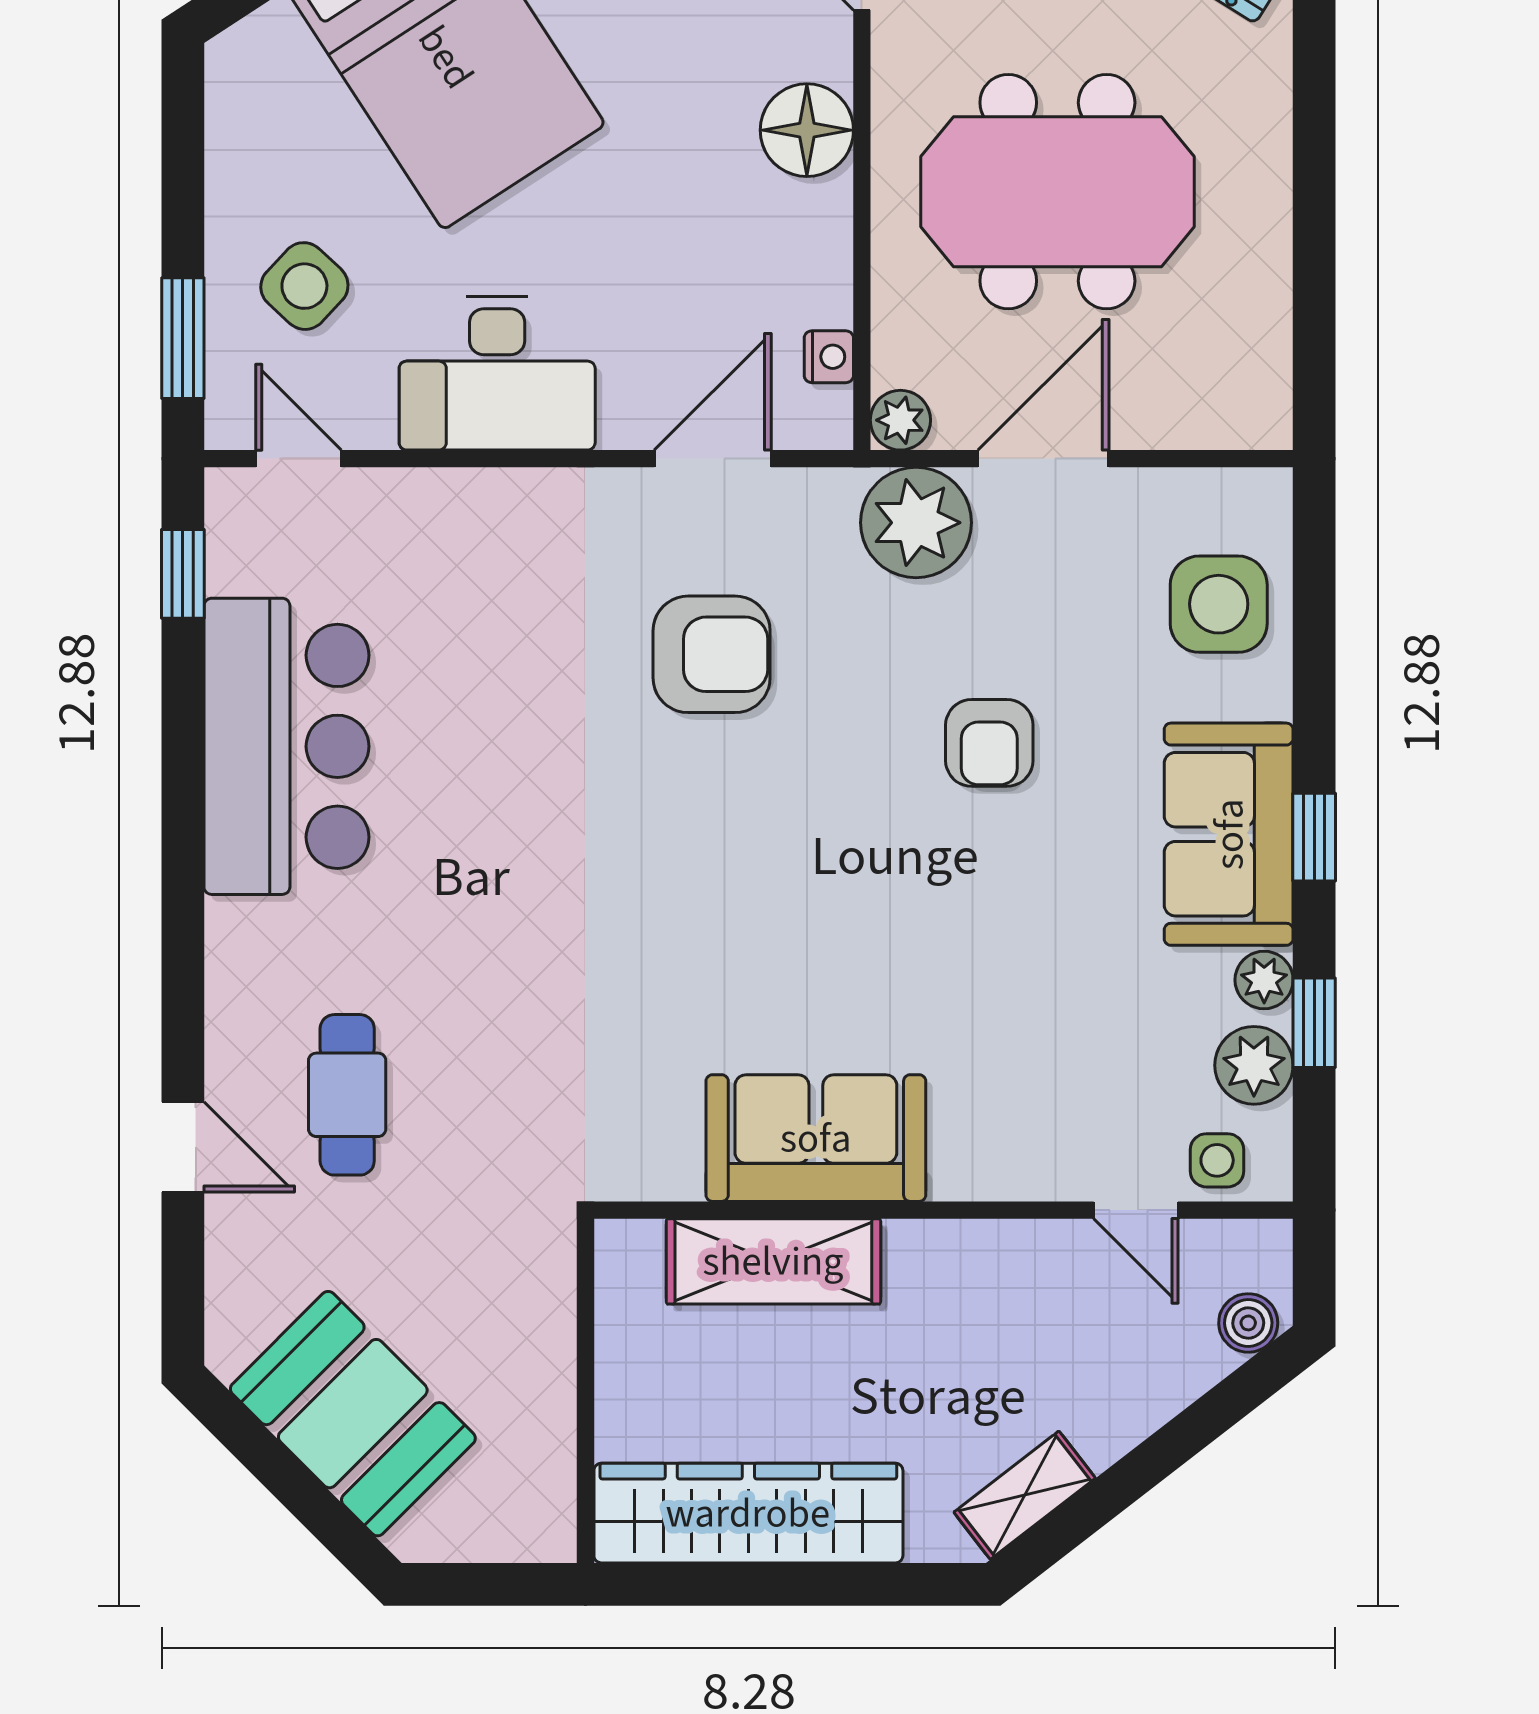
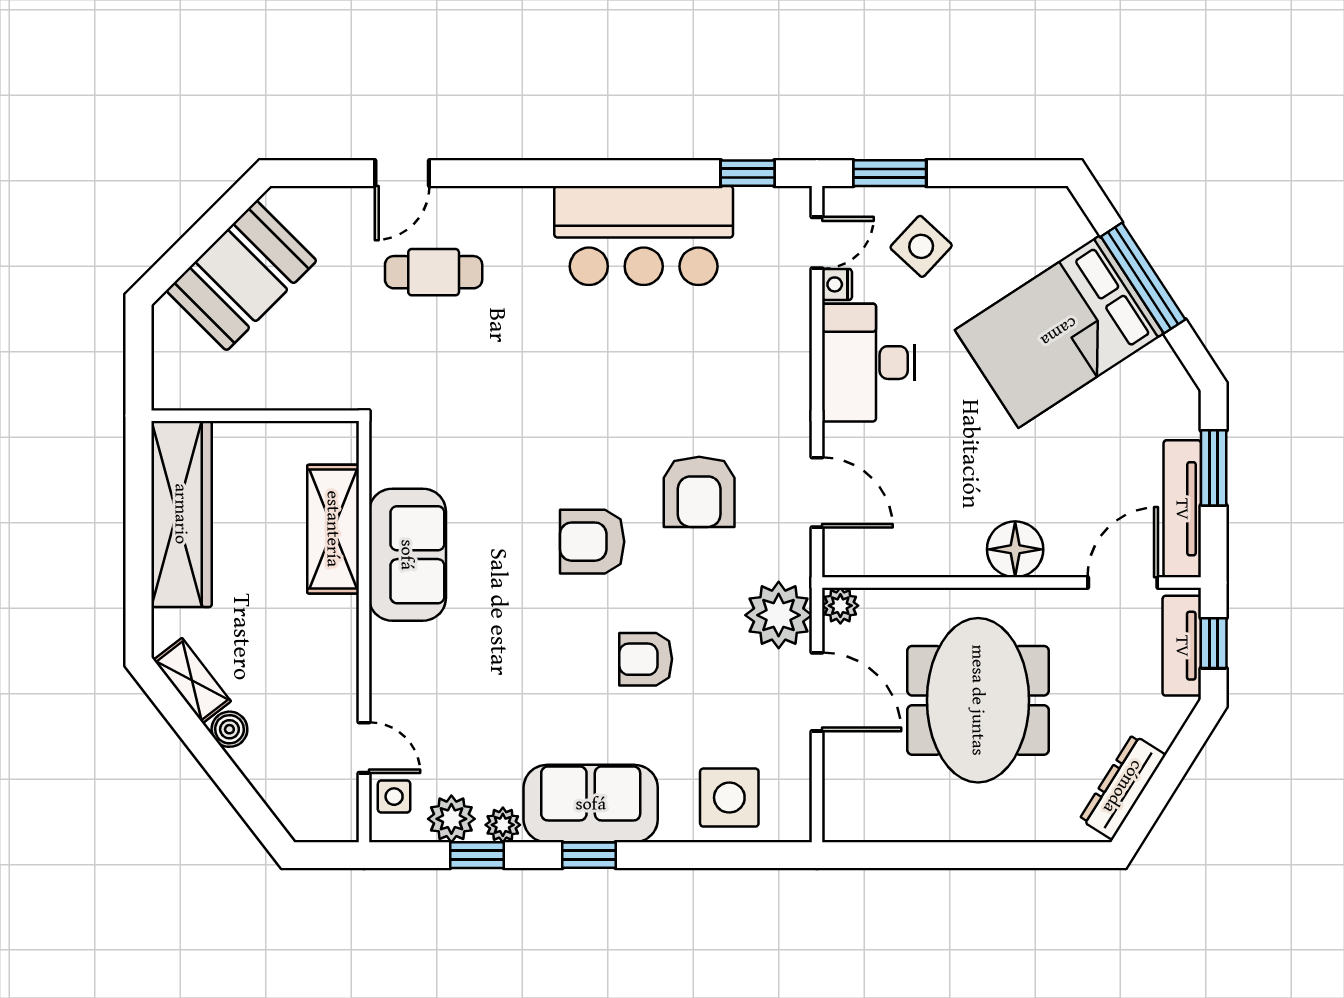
nightstand: (829, 357) -> (837, 284), moved, turned 90
armchair: (794, 832) -> (592, 542), added
door: (1136, 1210) -> (364, 748), swing flipped
boiler: (1248, 1323) -> (229, 729), moved

